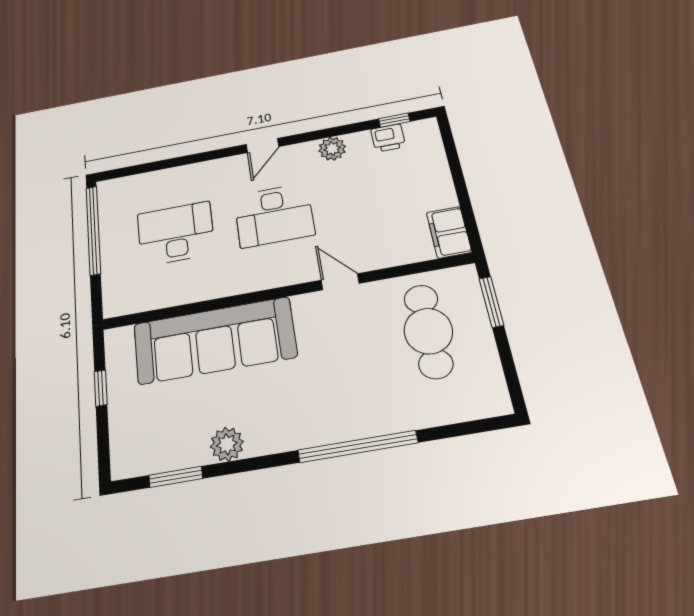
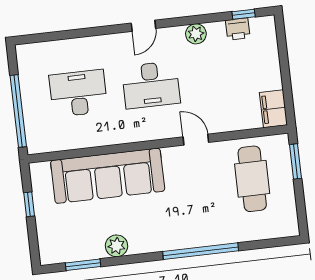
window: (93, 230) -> (18, 111), moved

